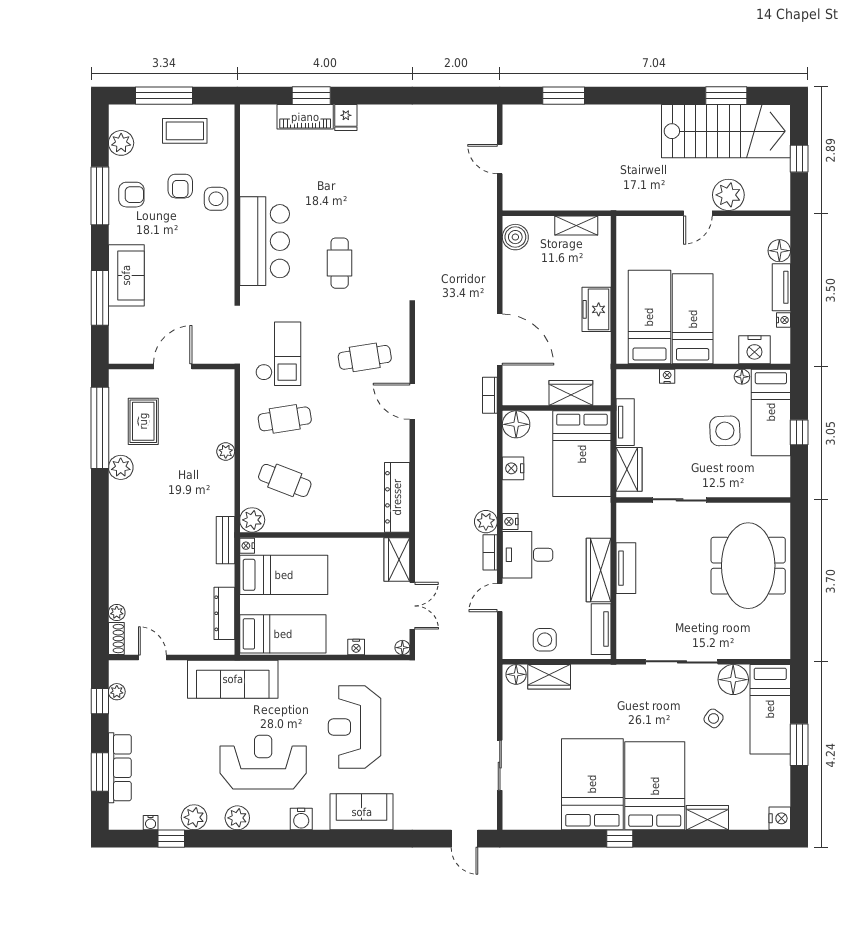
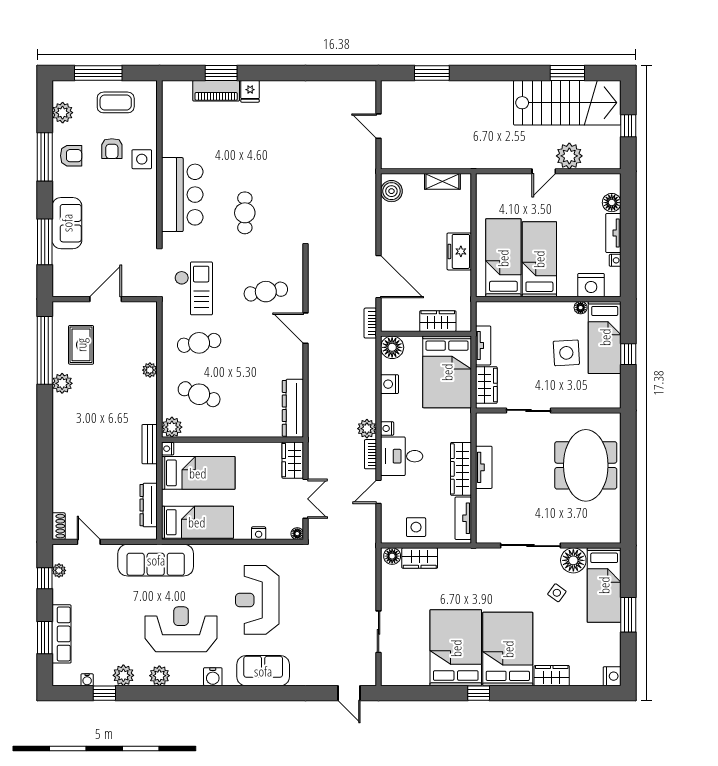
nightstand: (667, 376) -> (518, 307), removed
plant: (117, 613) -> (59, 504), removed

